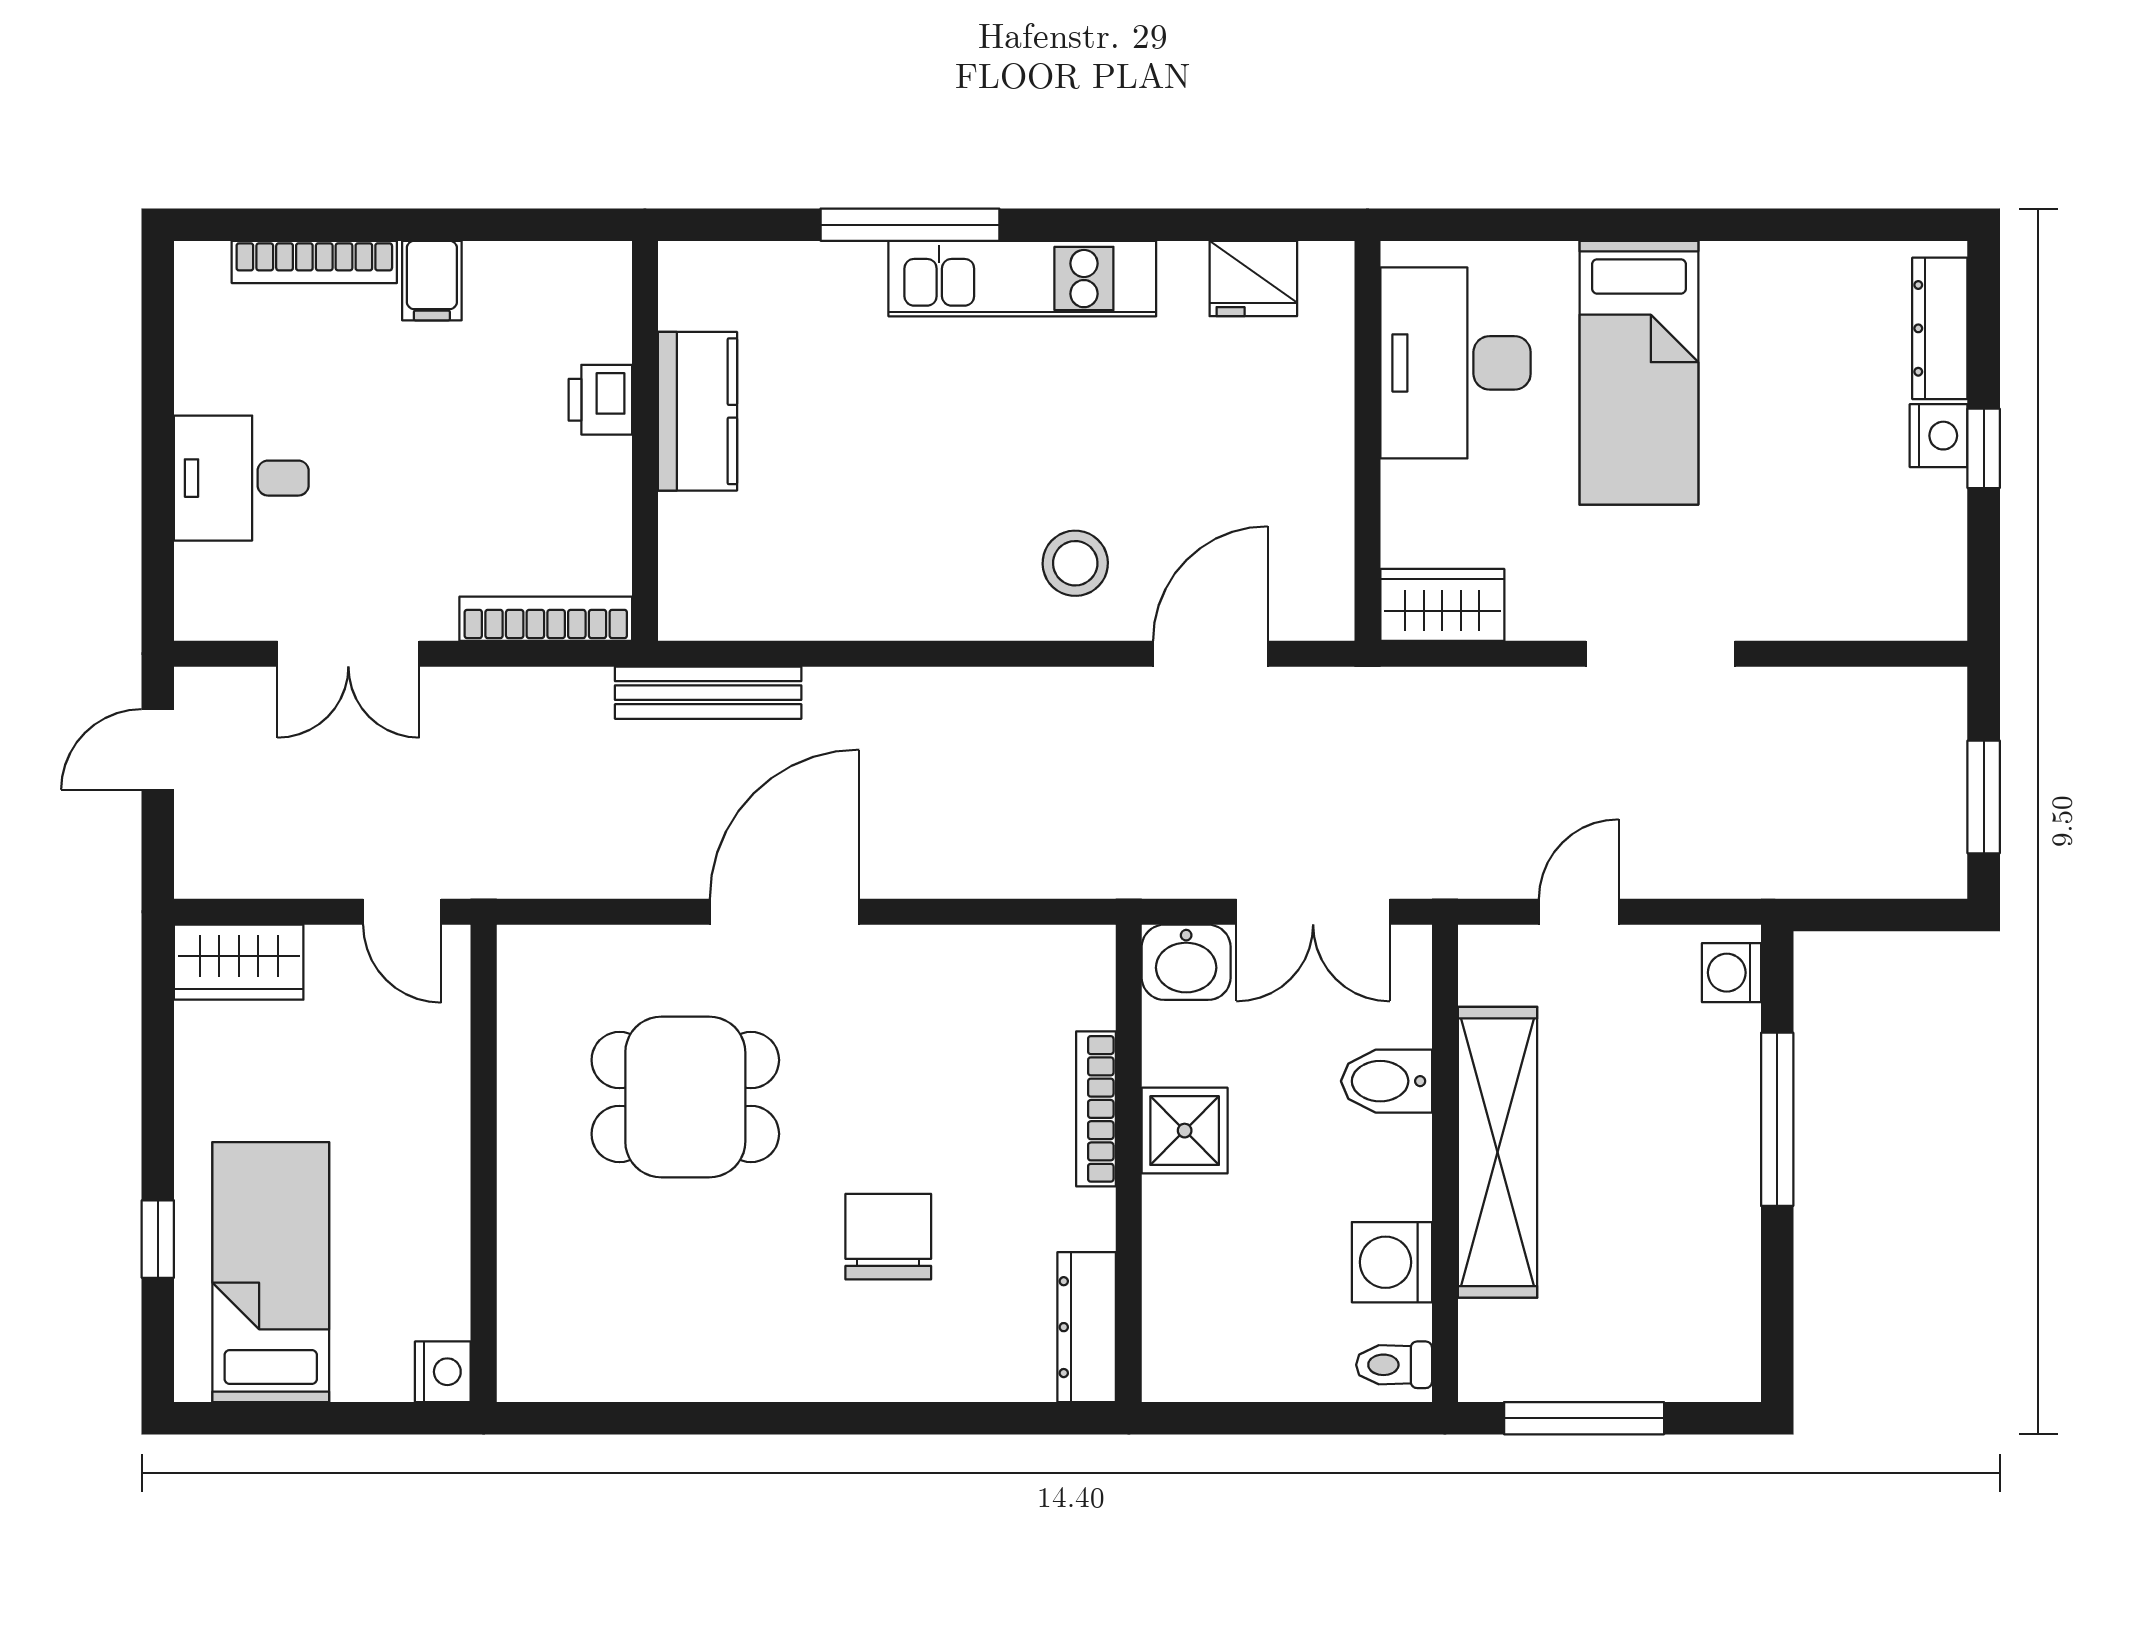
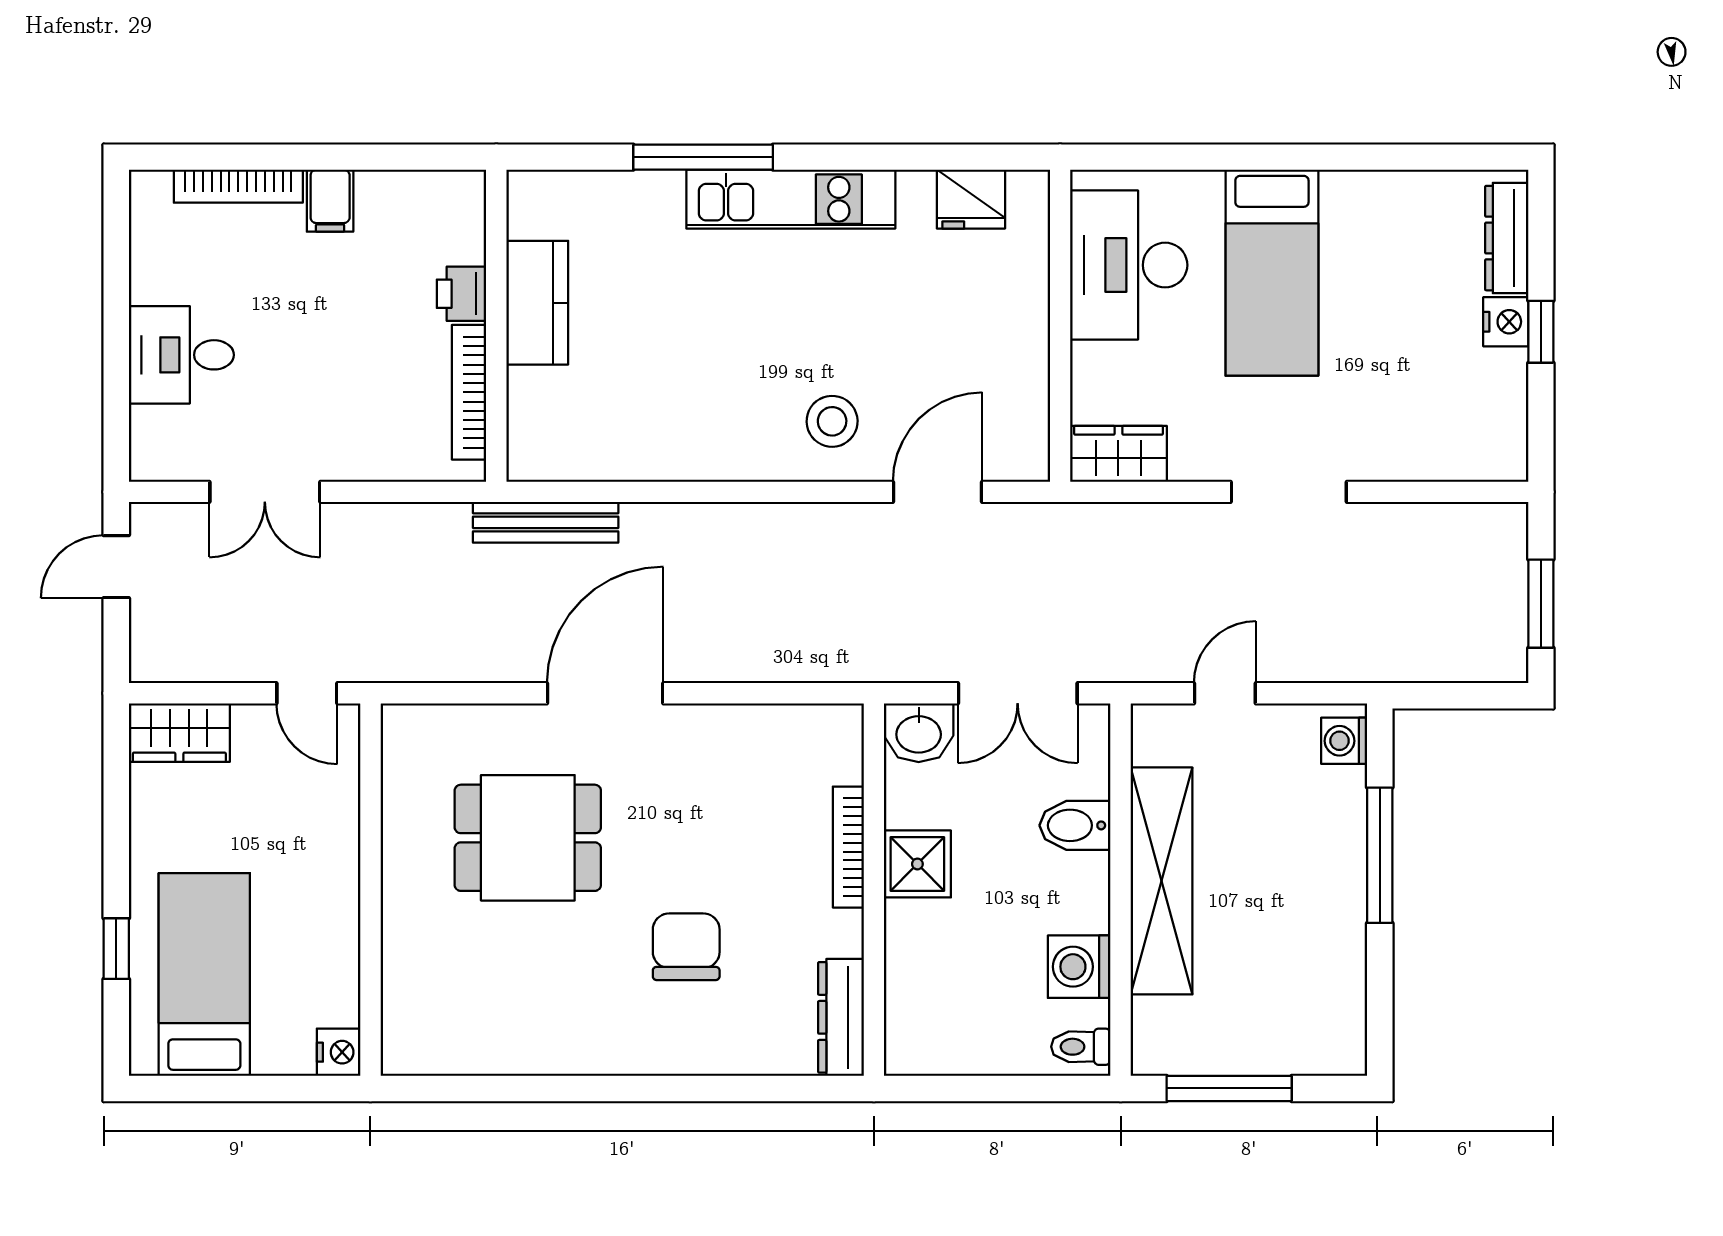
bookcase: (546, 619) -> (469, 392), moved, turned -90

